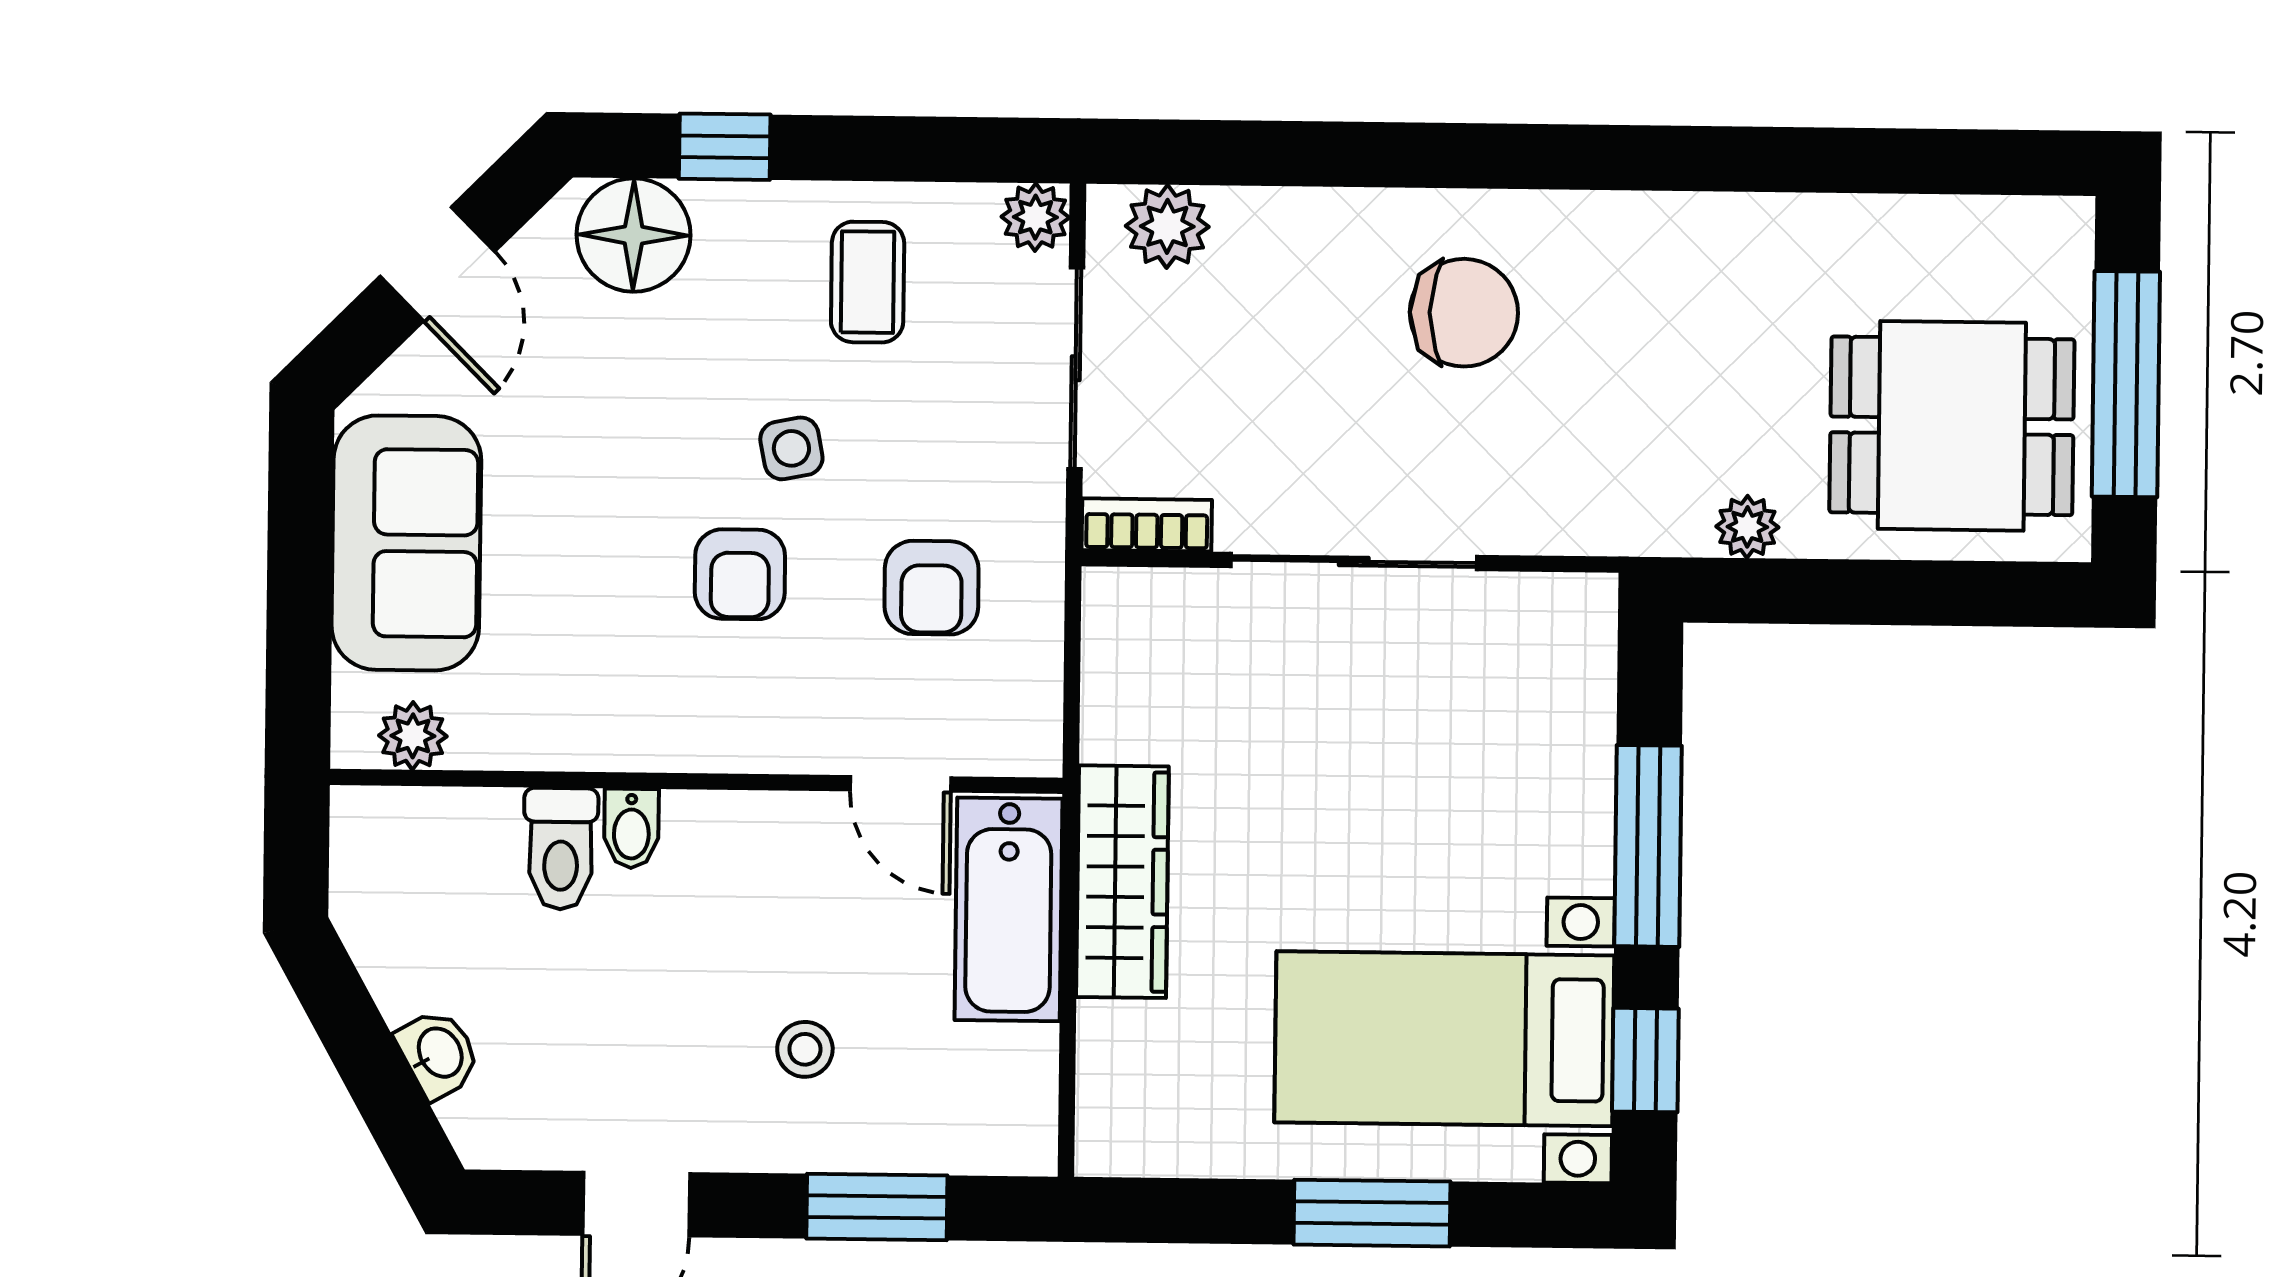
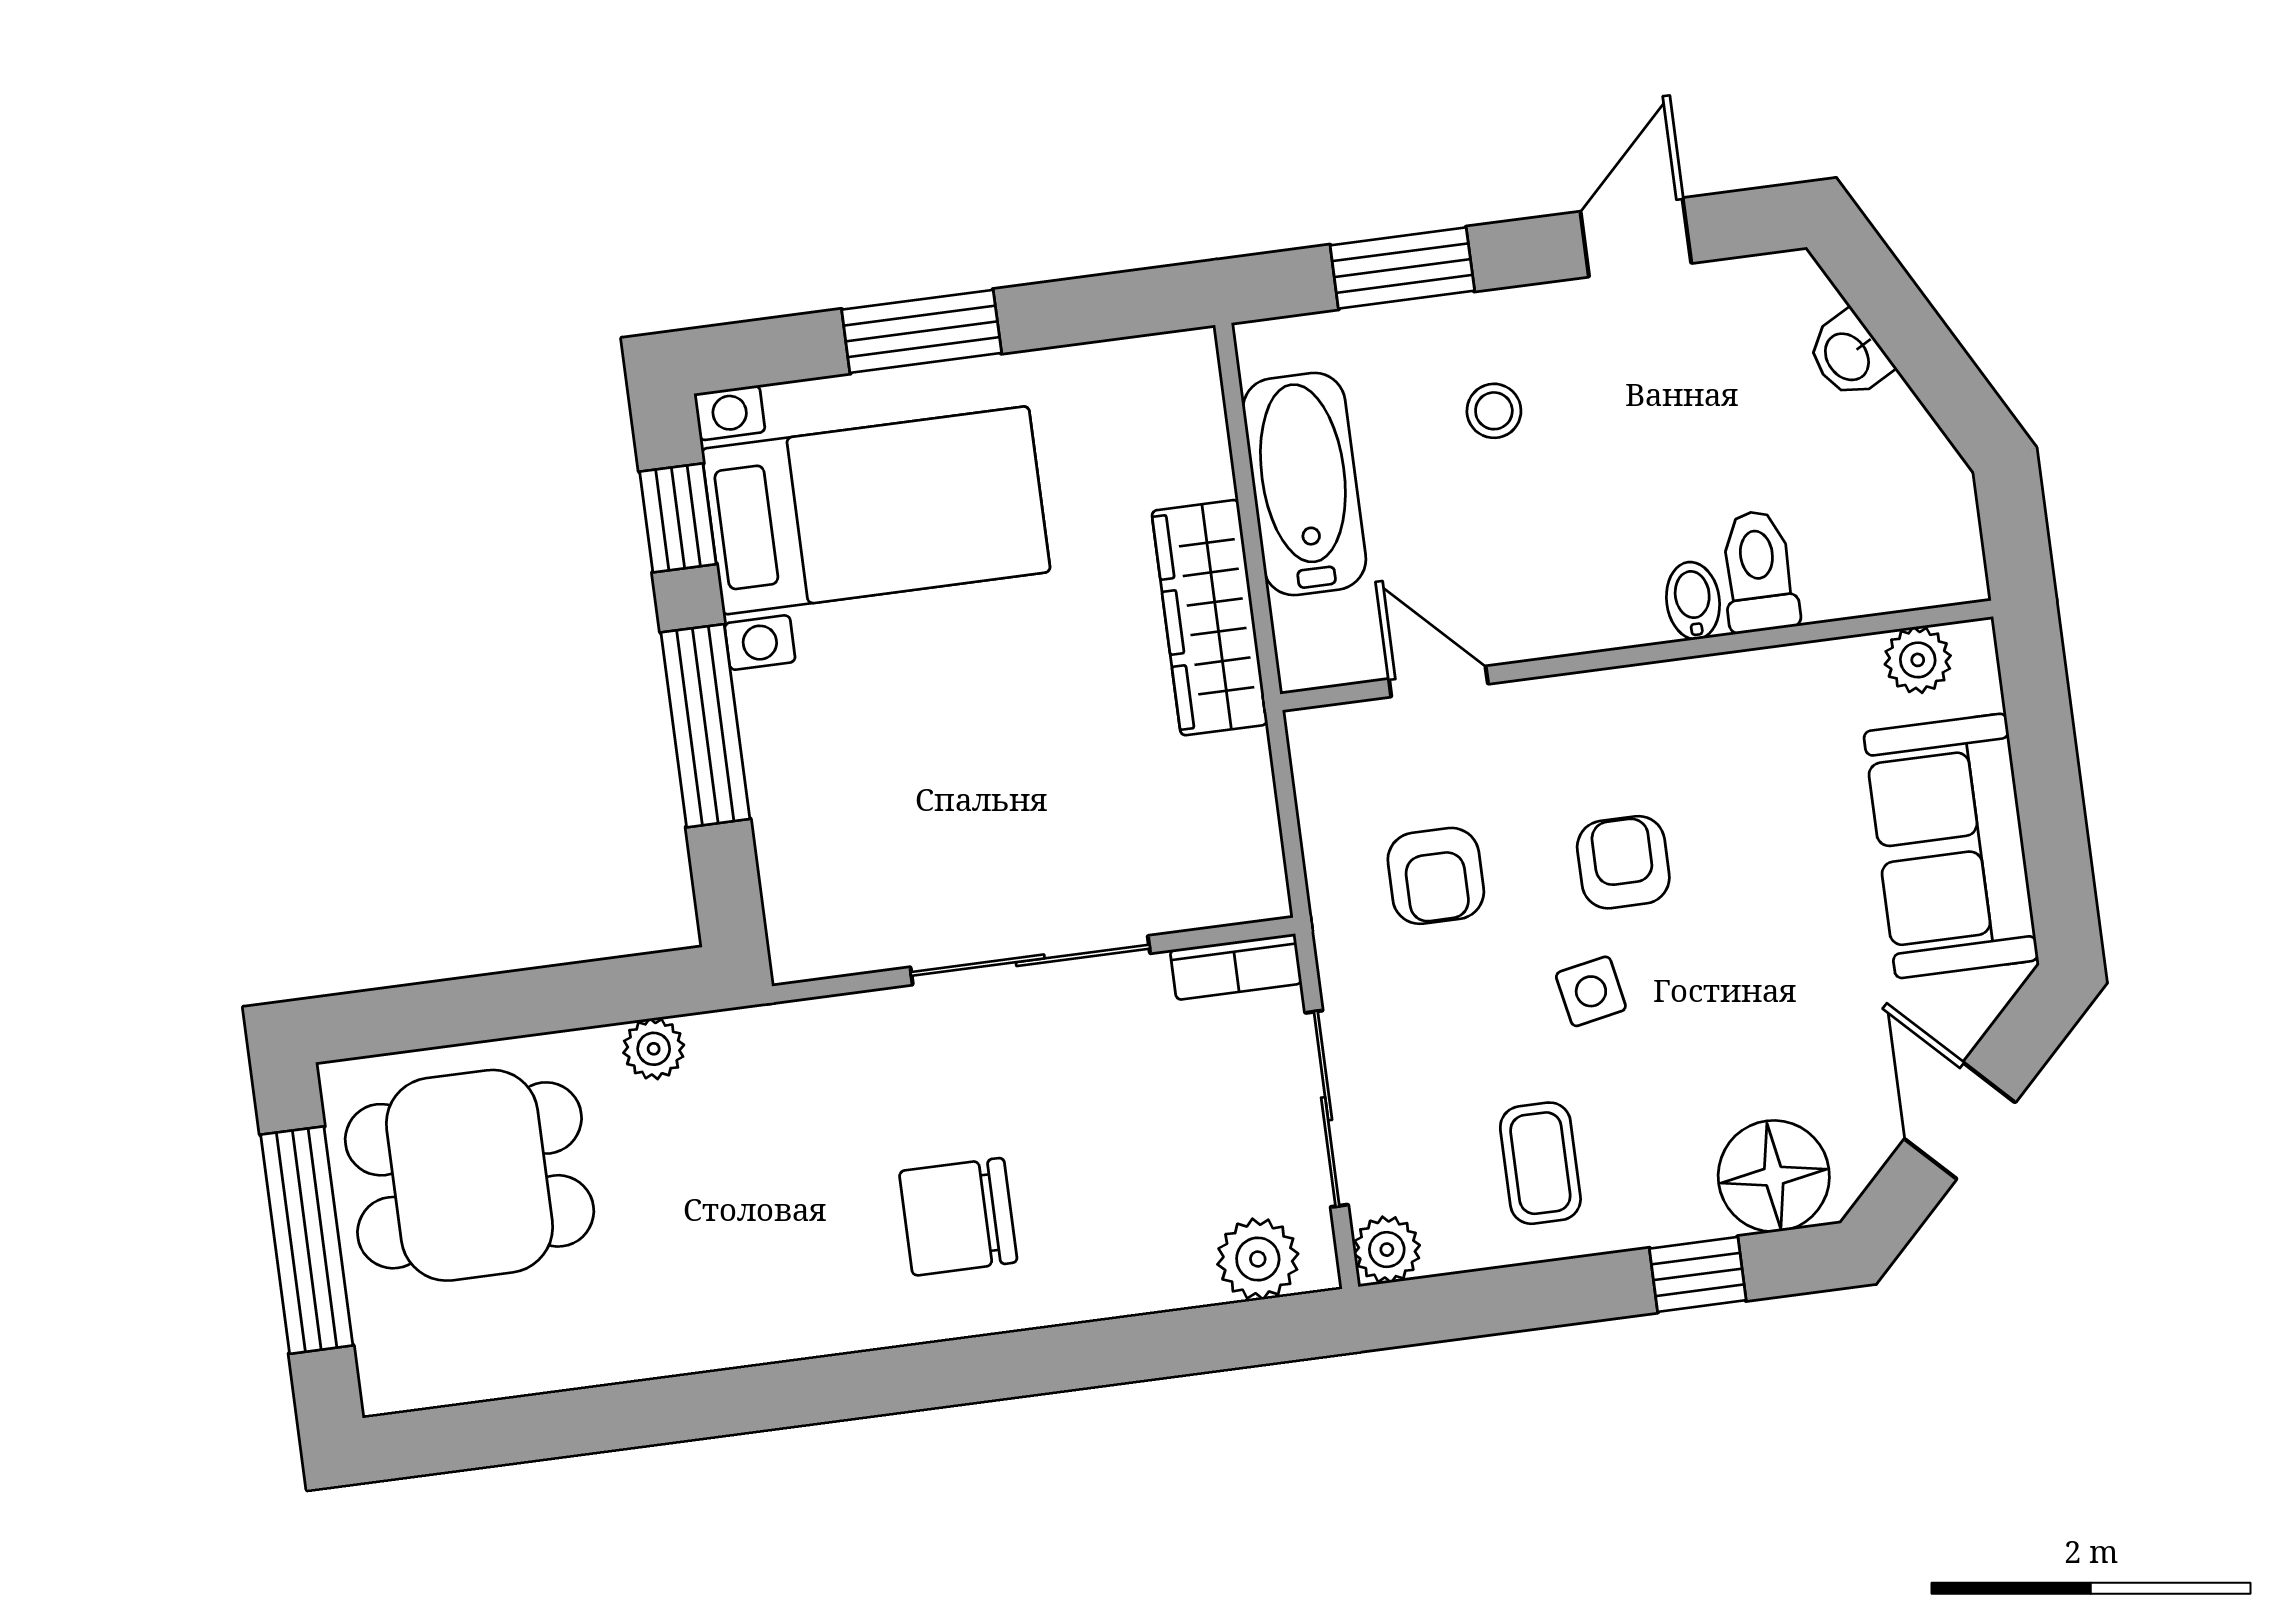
armchair: (931, 588) -> (1436, 876), turned 180
bathtub: (1008, 909) -> (1304, 484), moved

